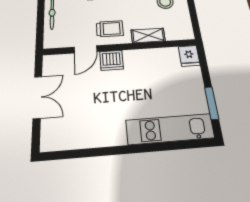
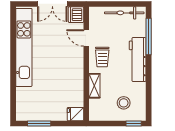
dishwasher: (111, 60) -> (76, 15), moved
kitchen unit: (170, 129) -> (24, 47), moved, width x1.36

